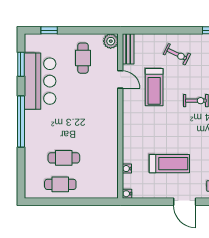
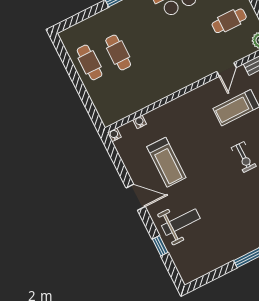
door: (185, 202) -> (136, 197), swing flipped

